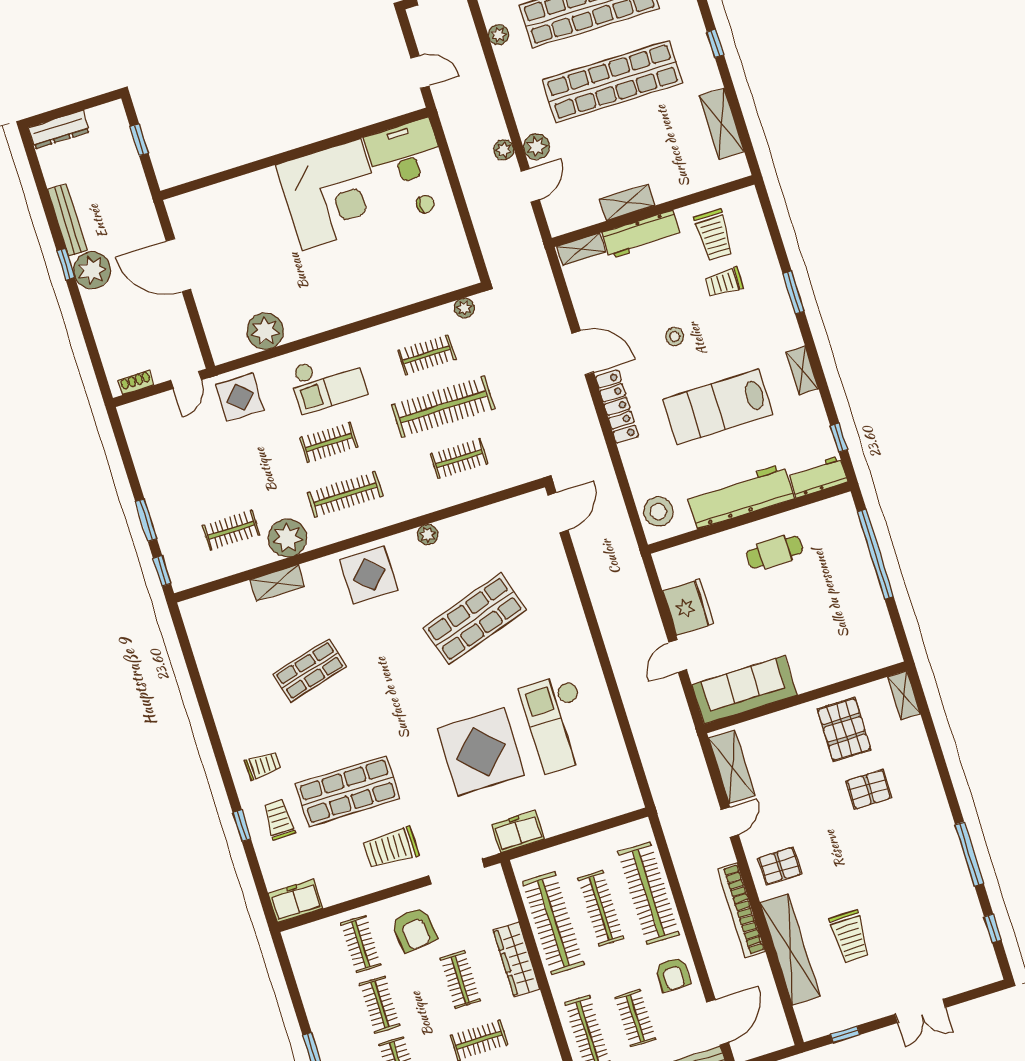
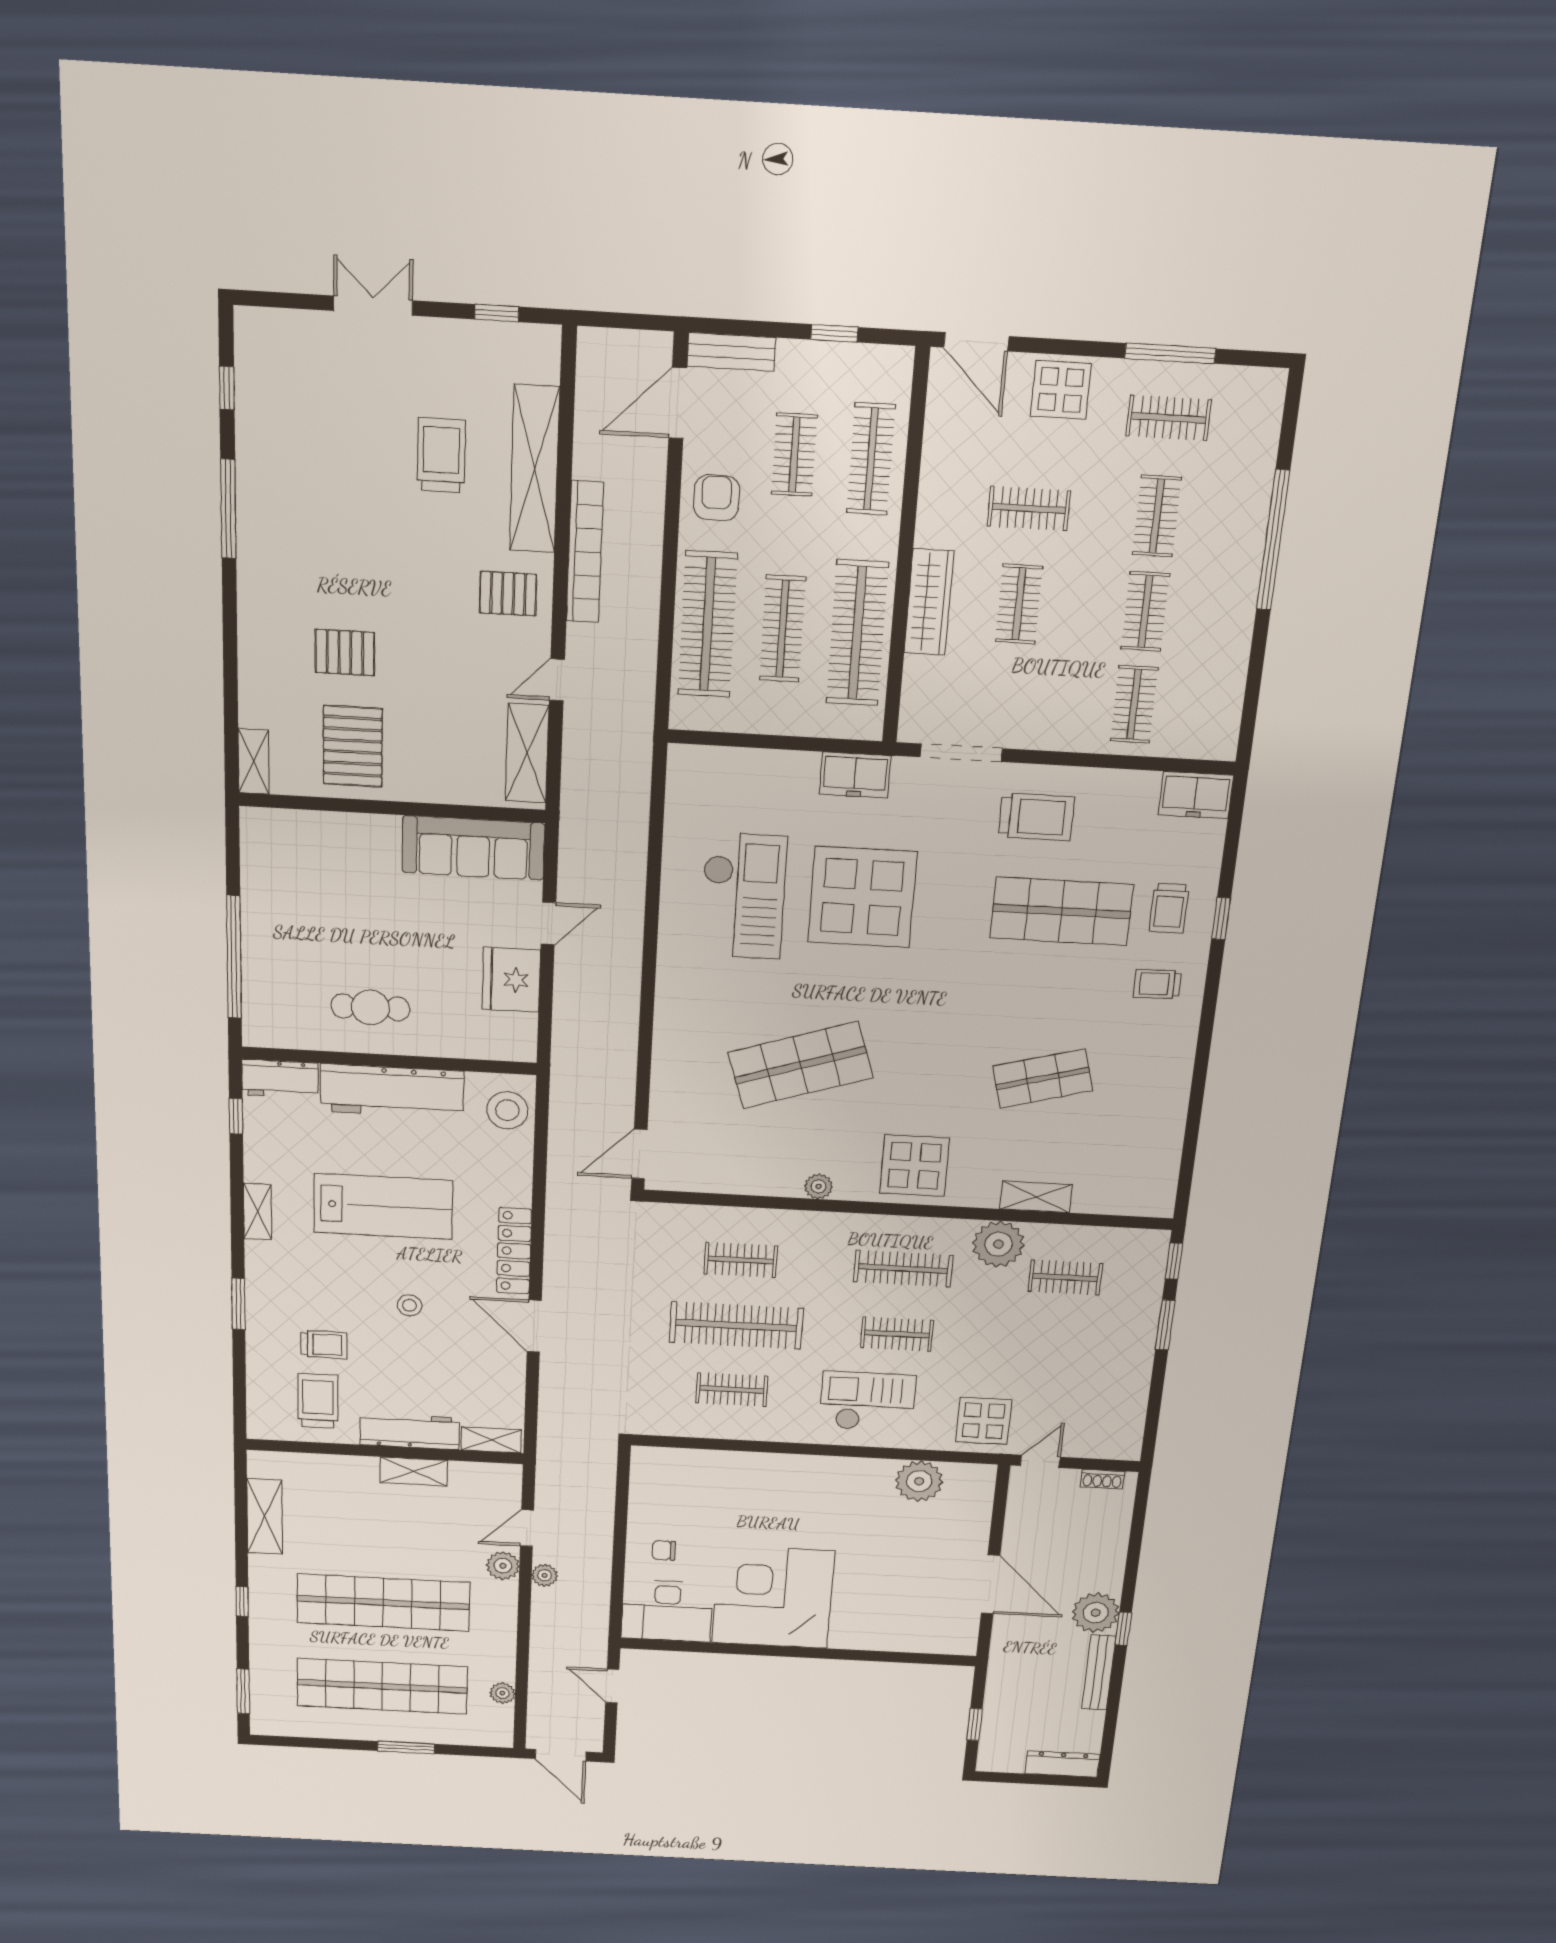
plant: (464, 308) -> (663, 1425), removed
armchair: (414, 929) -> (1053, 697), removed

